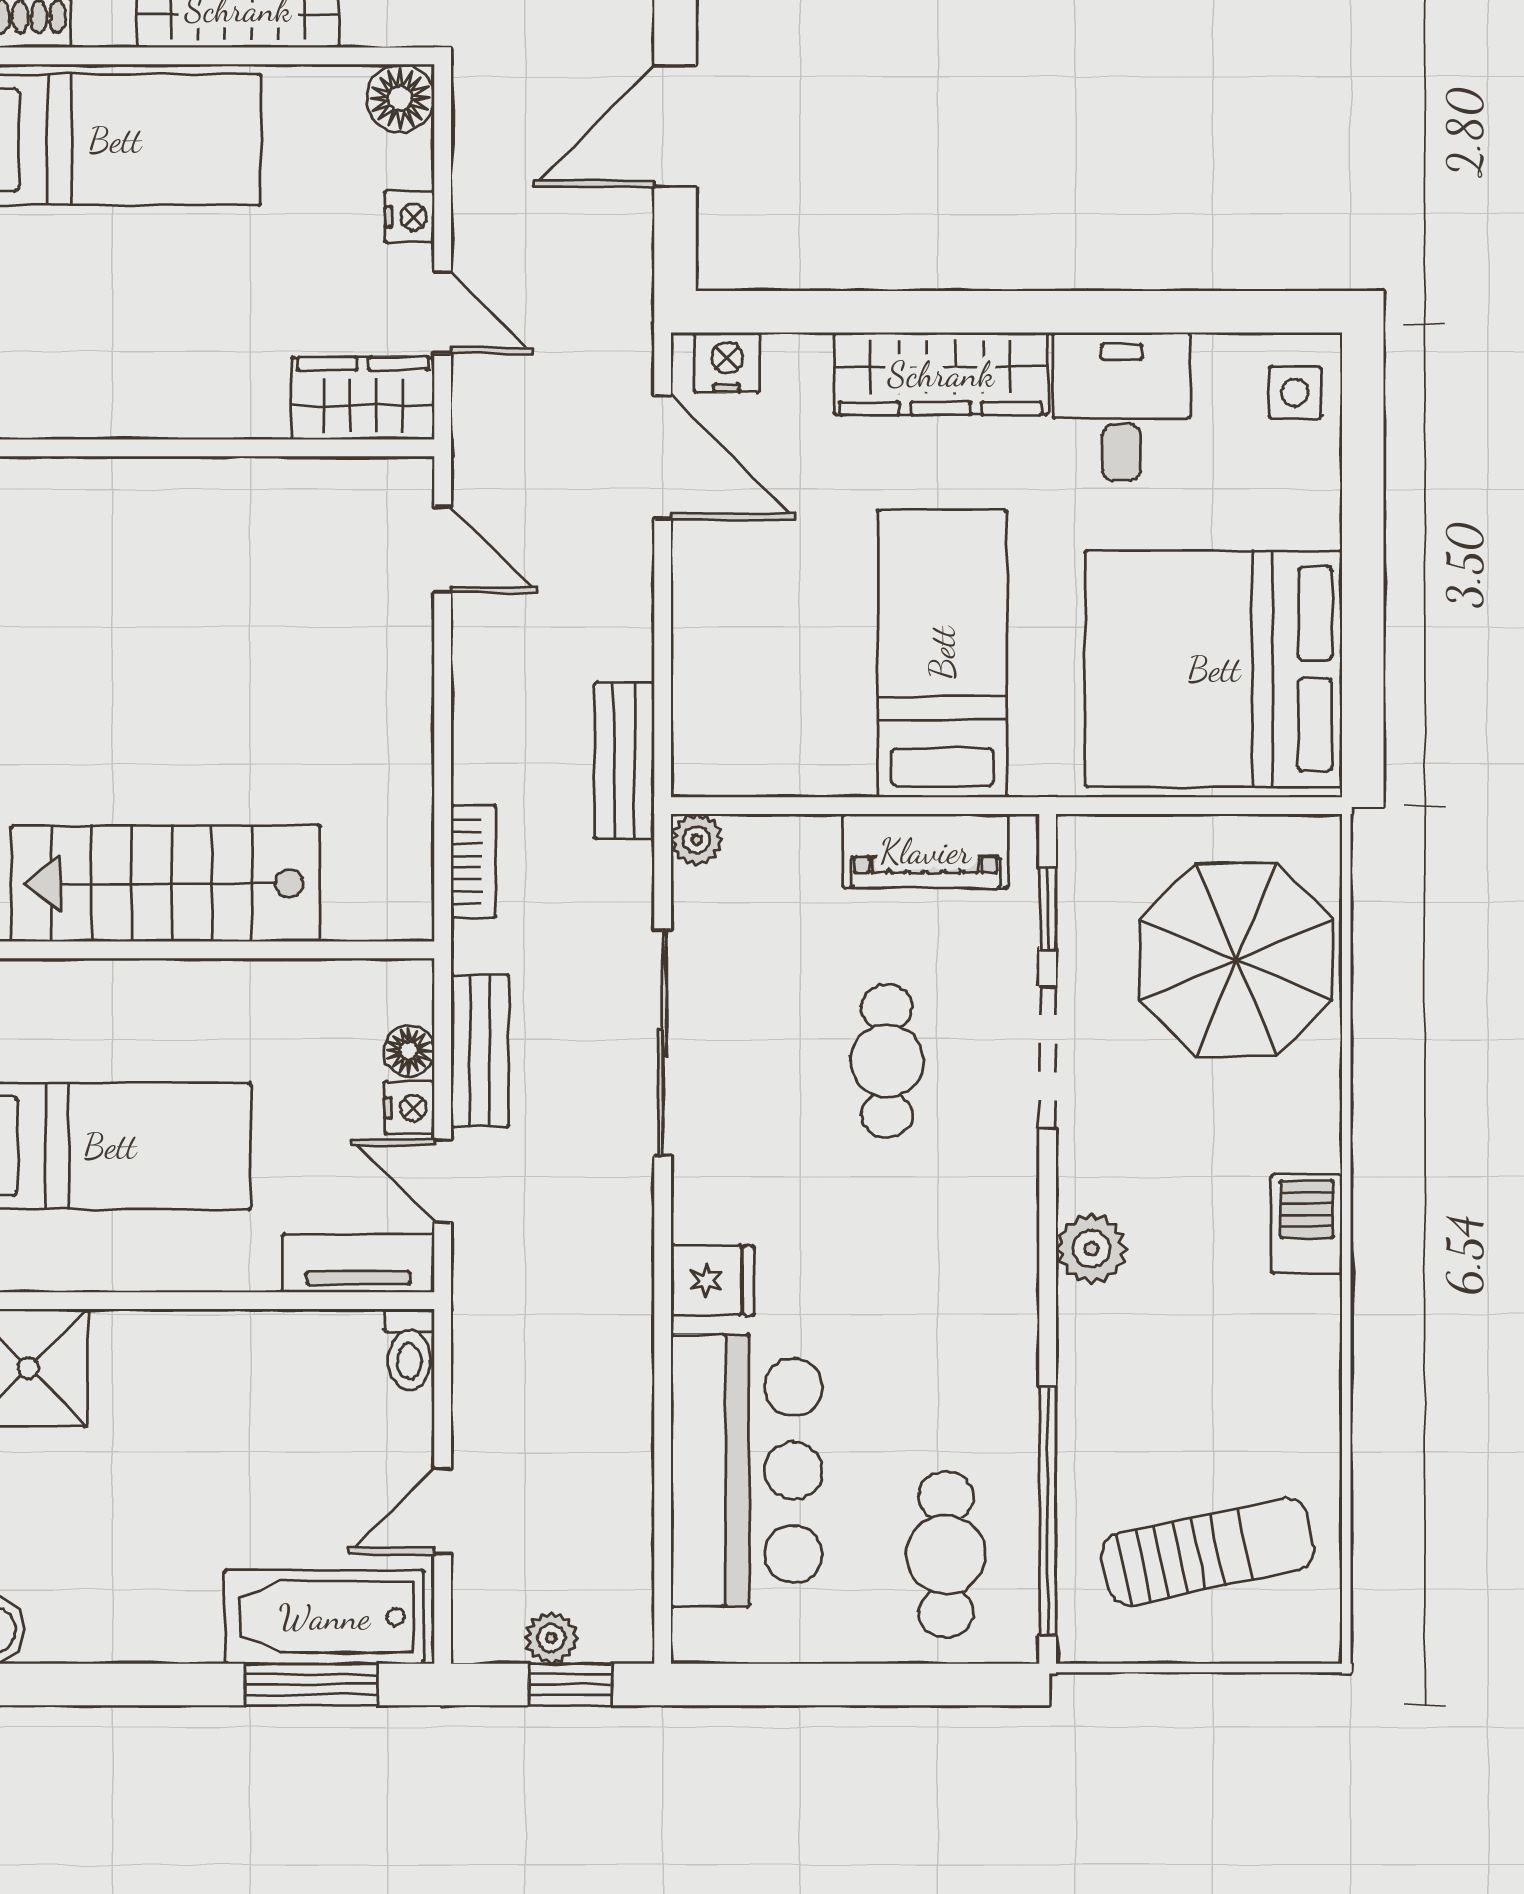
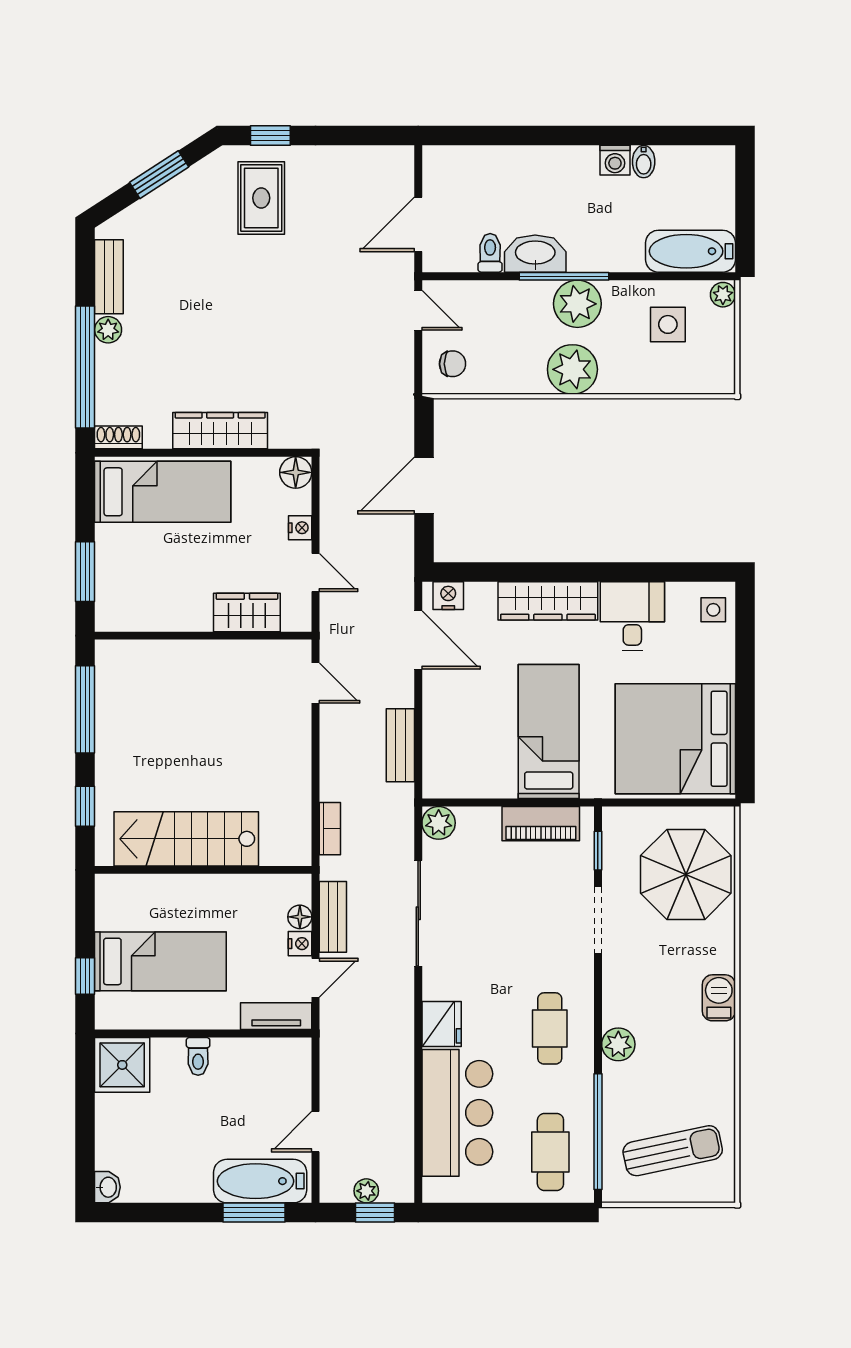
wardrobe: (363, 398) -> (247, 612), moved
bench: (624, 761) -> (400, 745), moved
plant: (697, 840) -> (439, 823), width x1.38, depth x1.38
cafe table: (887, 1061) -> (550, 1028), moved
door: (443, 1181) -> (315, 978), swing flipped
plant: (1091, 1249) -> (618, 1044), moved
fridge: (713, 1280) -> (442, 1024), width x1.38
toilet: (409, 1350) -> (198, 1056), moved

